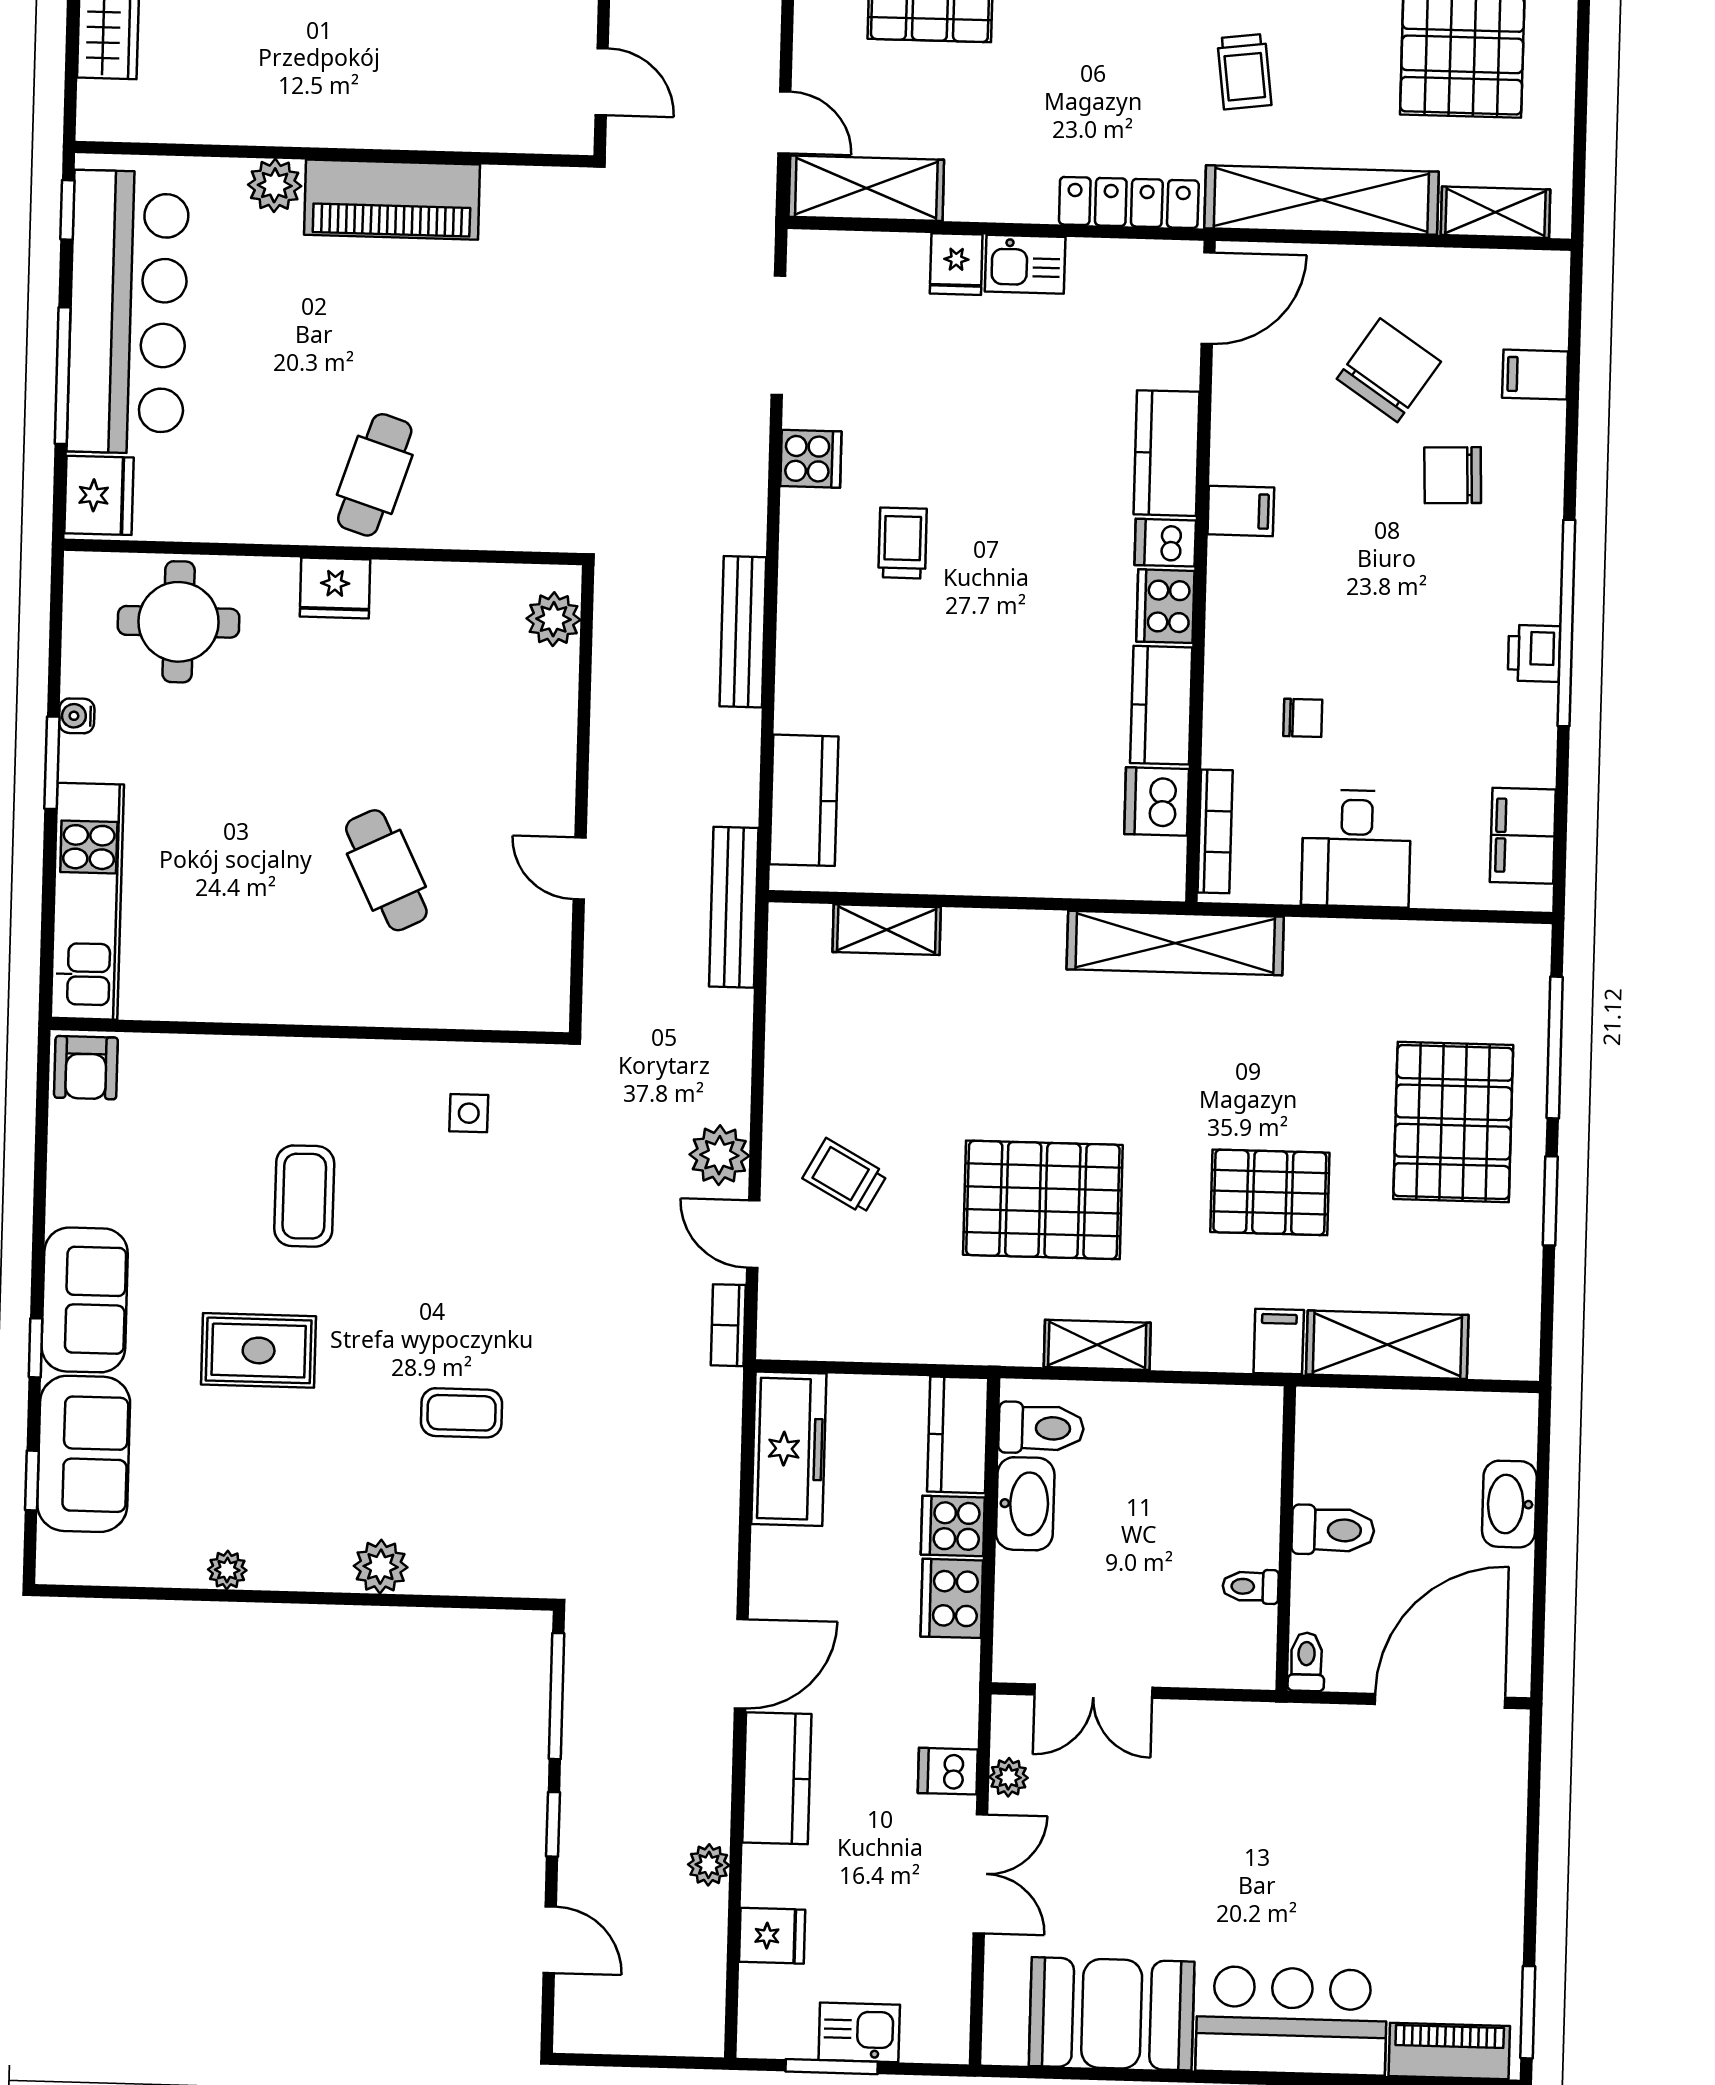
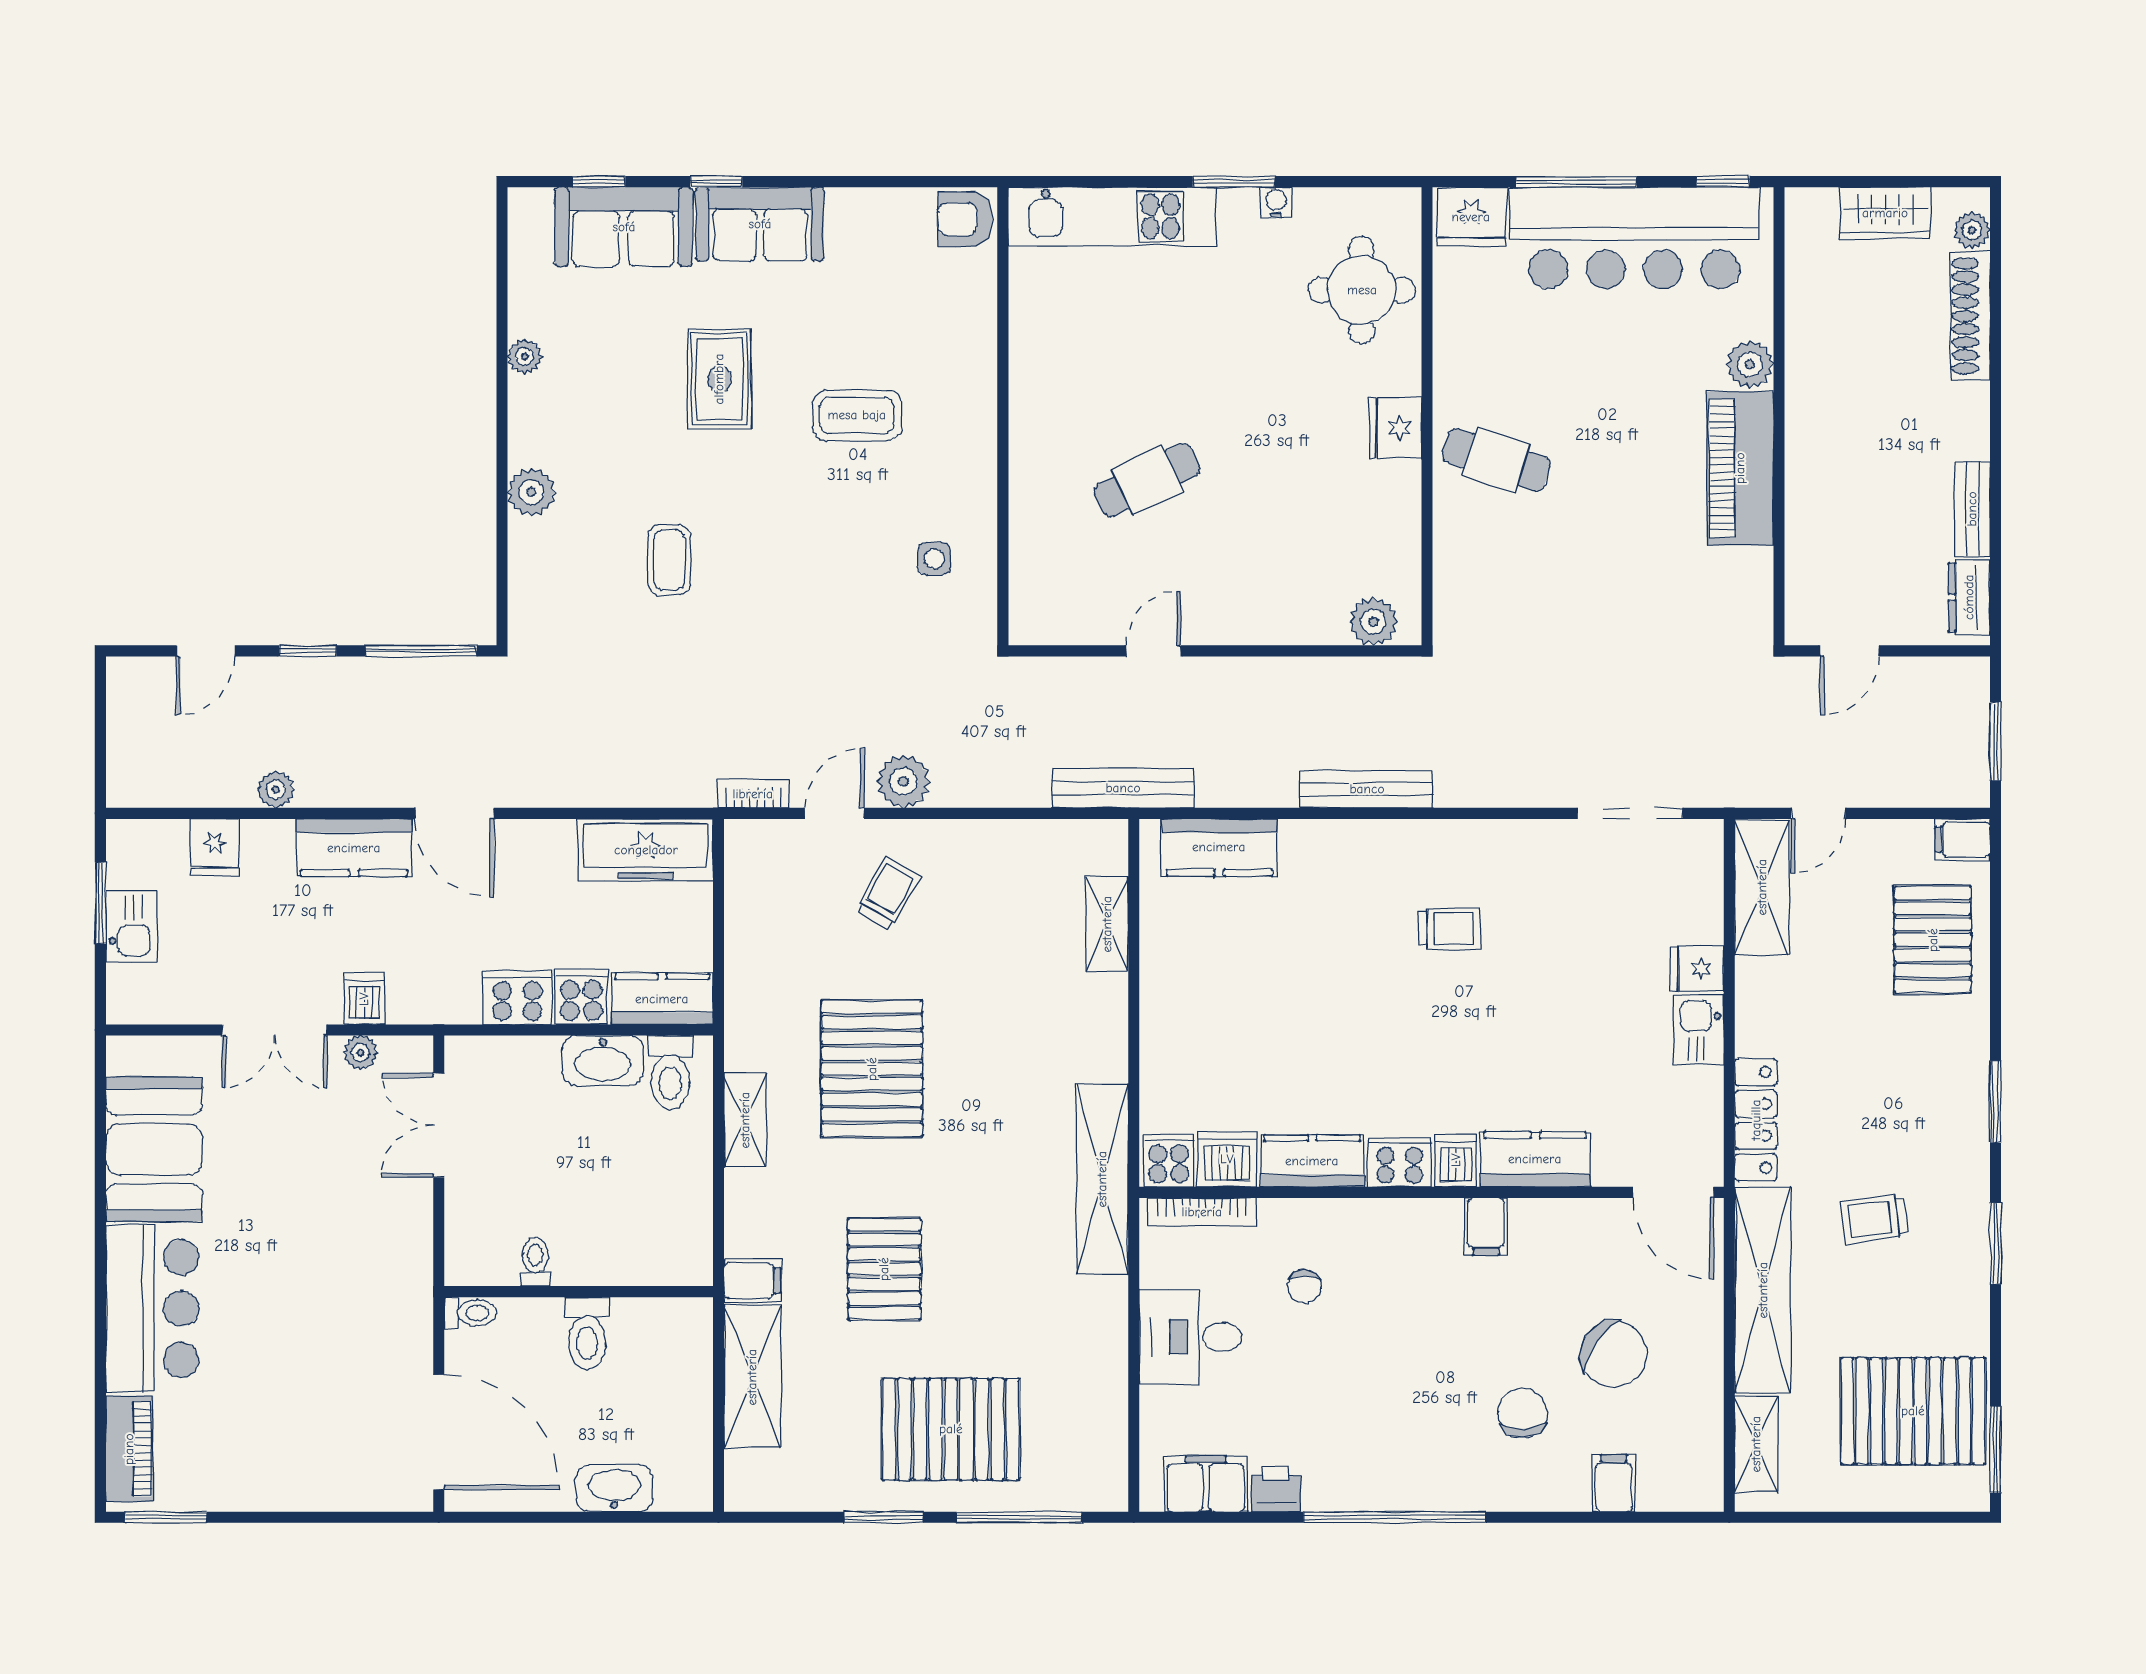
cooker: (811, 459) -> (1169, 1161), moved, turned 180
printer: (1534, 653) -> (1276, 1489), moved

